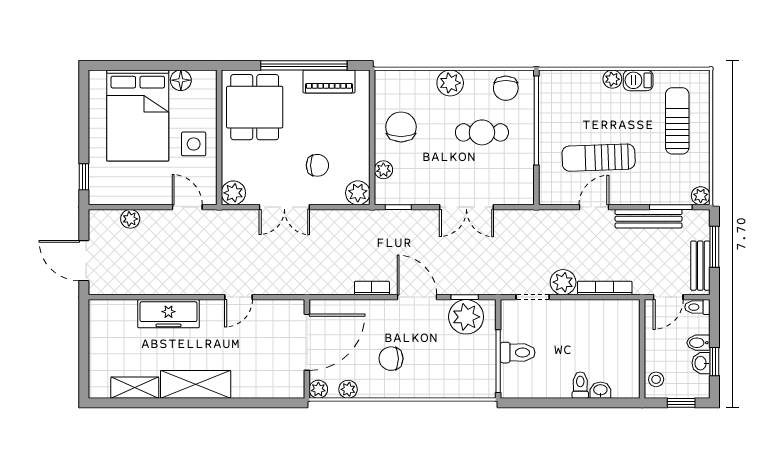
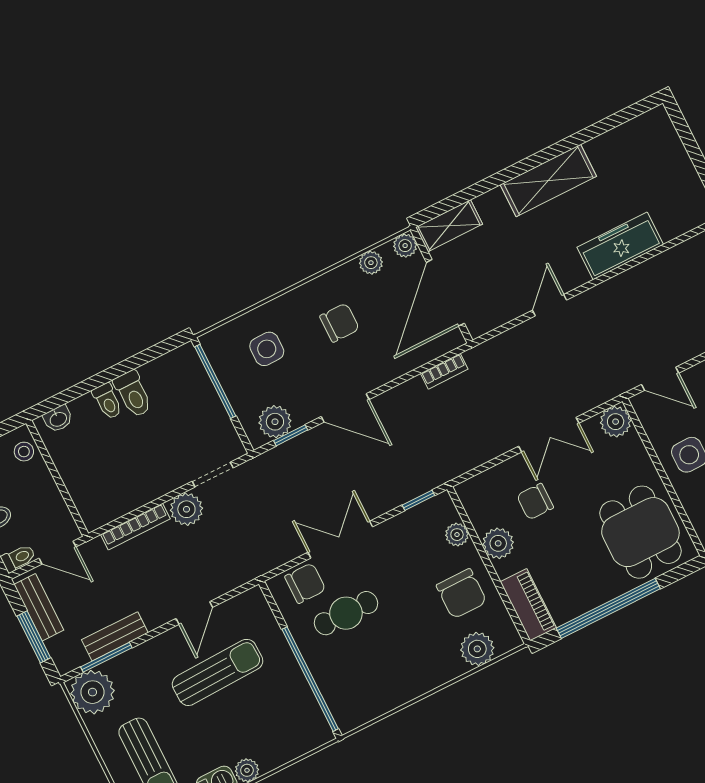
piano: (329, 81) -> (528, 605), moved, turned 90
plant: (450, 83) -> (477, 649), moved
chair: (506, 88) -> (305, 583), moved, turned 90
cafe table: (482, 132) -> (346, 613), moved
plant: (358, 193) -> (498, 543), moved
plant: (701, 196) -> (93, 692), width x1.88, depth x1.88
double door: (284, 207) -> (549, 435), swing flipped
bench: (649, 219) -> (115, 636), width x0.73
bookcase: (372, 288) -> (444, 371), moved
door: (668, 297) -> (58, 553), swing flipped
plant: (466, 317) -> (275, 422), width x0.73, depth x0.73
toilet: (518, 353) -> (133, 394), moved, turned -90
side table: (451, 366) -> (267, 349), added
shelving: (135, 388) -> (449, 226), moved
washbasin: (600, 390) -> (58, 419), moved

